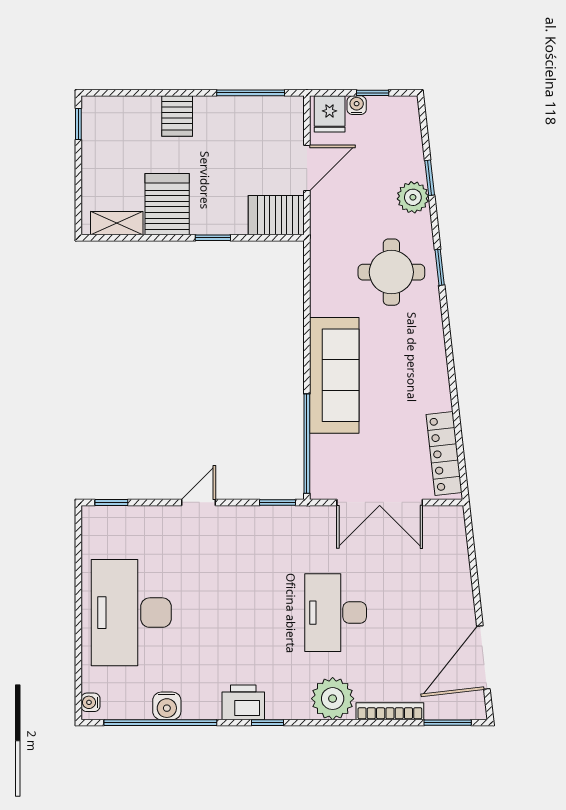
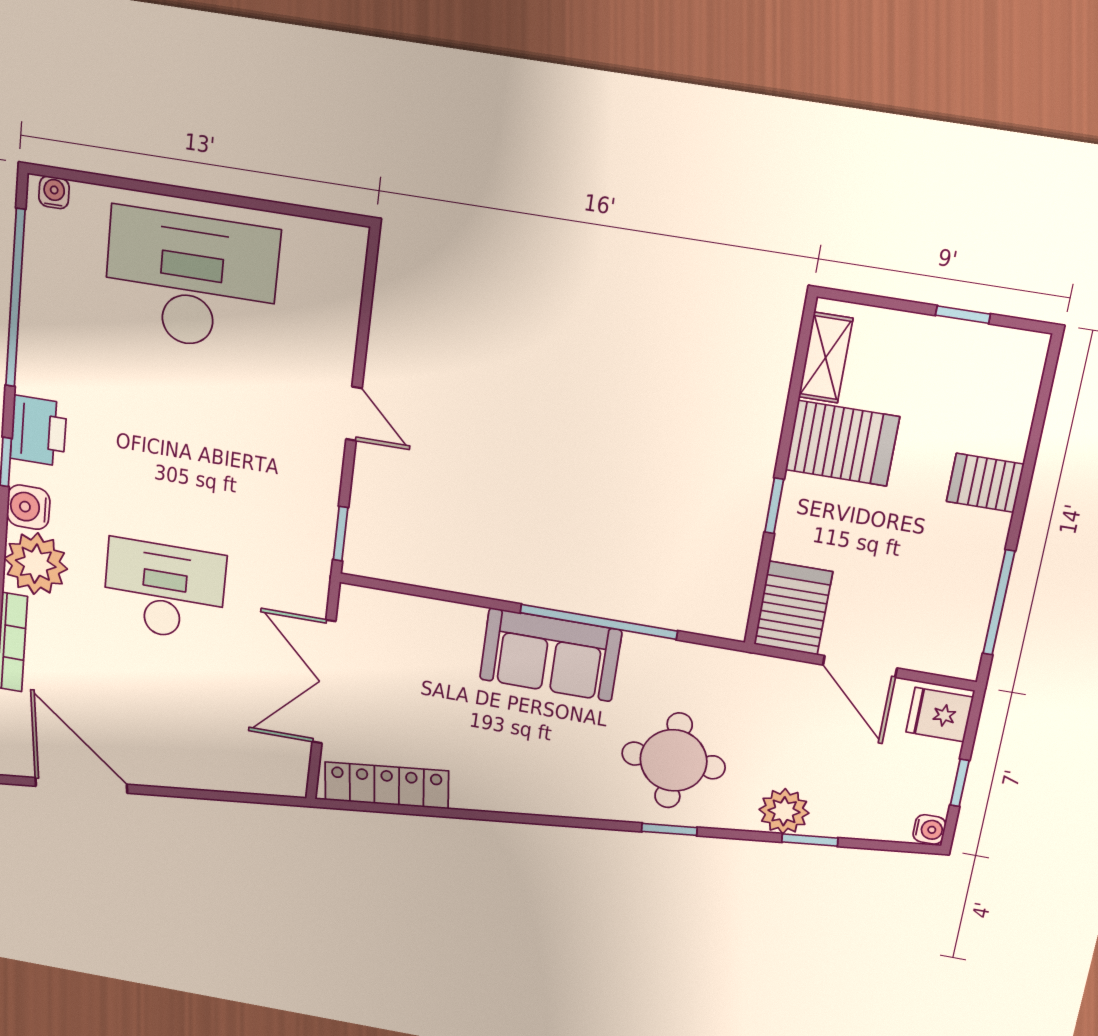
water cooler: (357, 105) -> (929, 829), moved
window: (78, 124) -> (963, 315), moved
sofa: (334, 375) -> (550, 655), width x0.73
window: (307, 444) -> (599, 622), moved
window: (111, 502) -> (370, 276), removed
water cooler: (167, 706) -> (28, 507), moved

